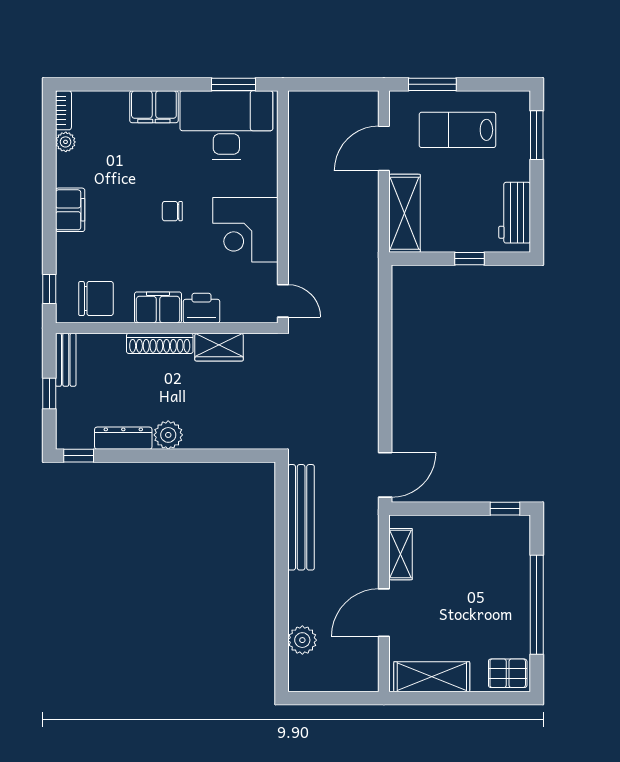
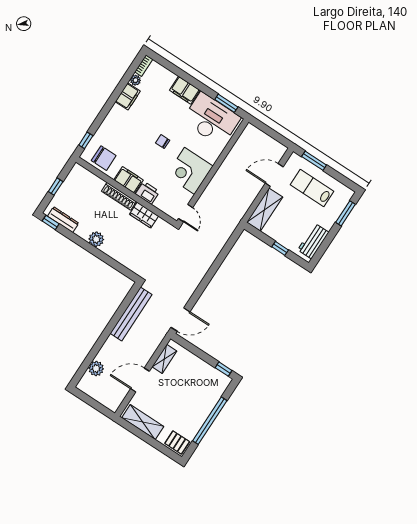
filing cabinet: (70, 210) -> (128, 96), moved
bench: (66, 360) -> (73, 176), removed
dresser: (123, 438) -> (63, 220), moved

